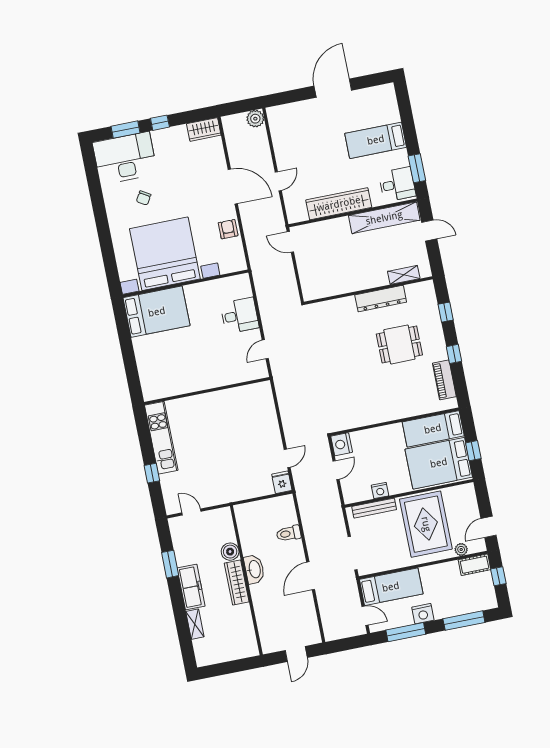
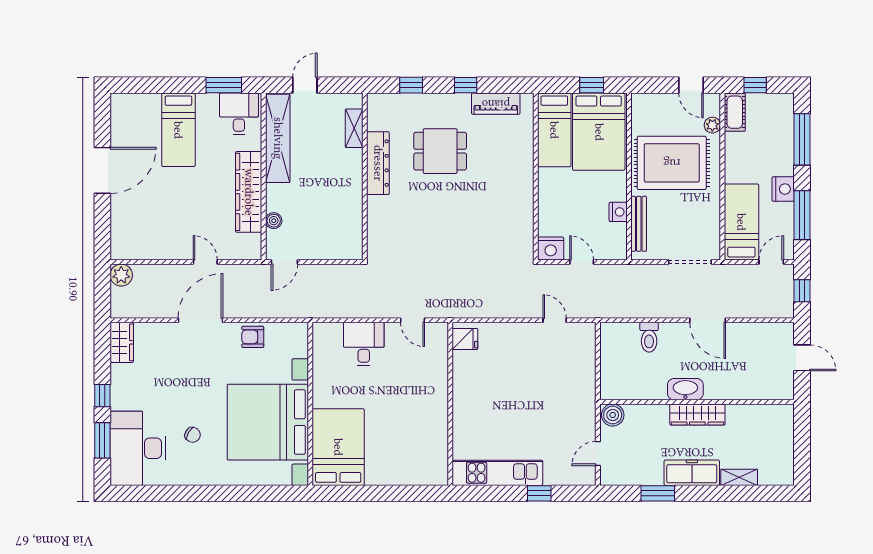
door: (333, 88) -> (102, 170), swing flipped
boiler: (320, 227) -> (274, 221), added
dining table: (399, 344) -> (440, 151), turned 90
fridge: (282, 482) -> (465, 339), moved, turned 180
boiler: (230, 552) -> (613, 415), moved
window: (348, 644) -> (802, 291), added

